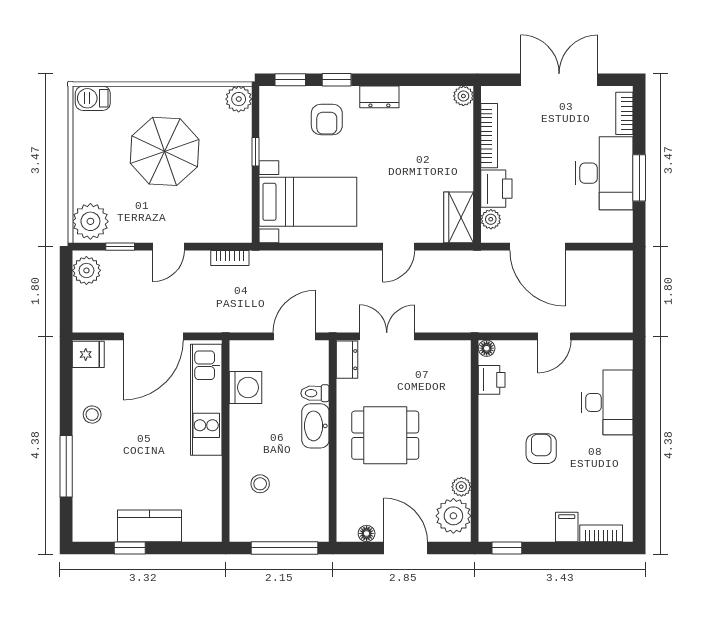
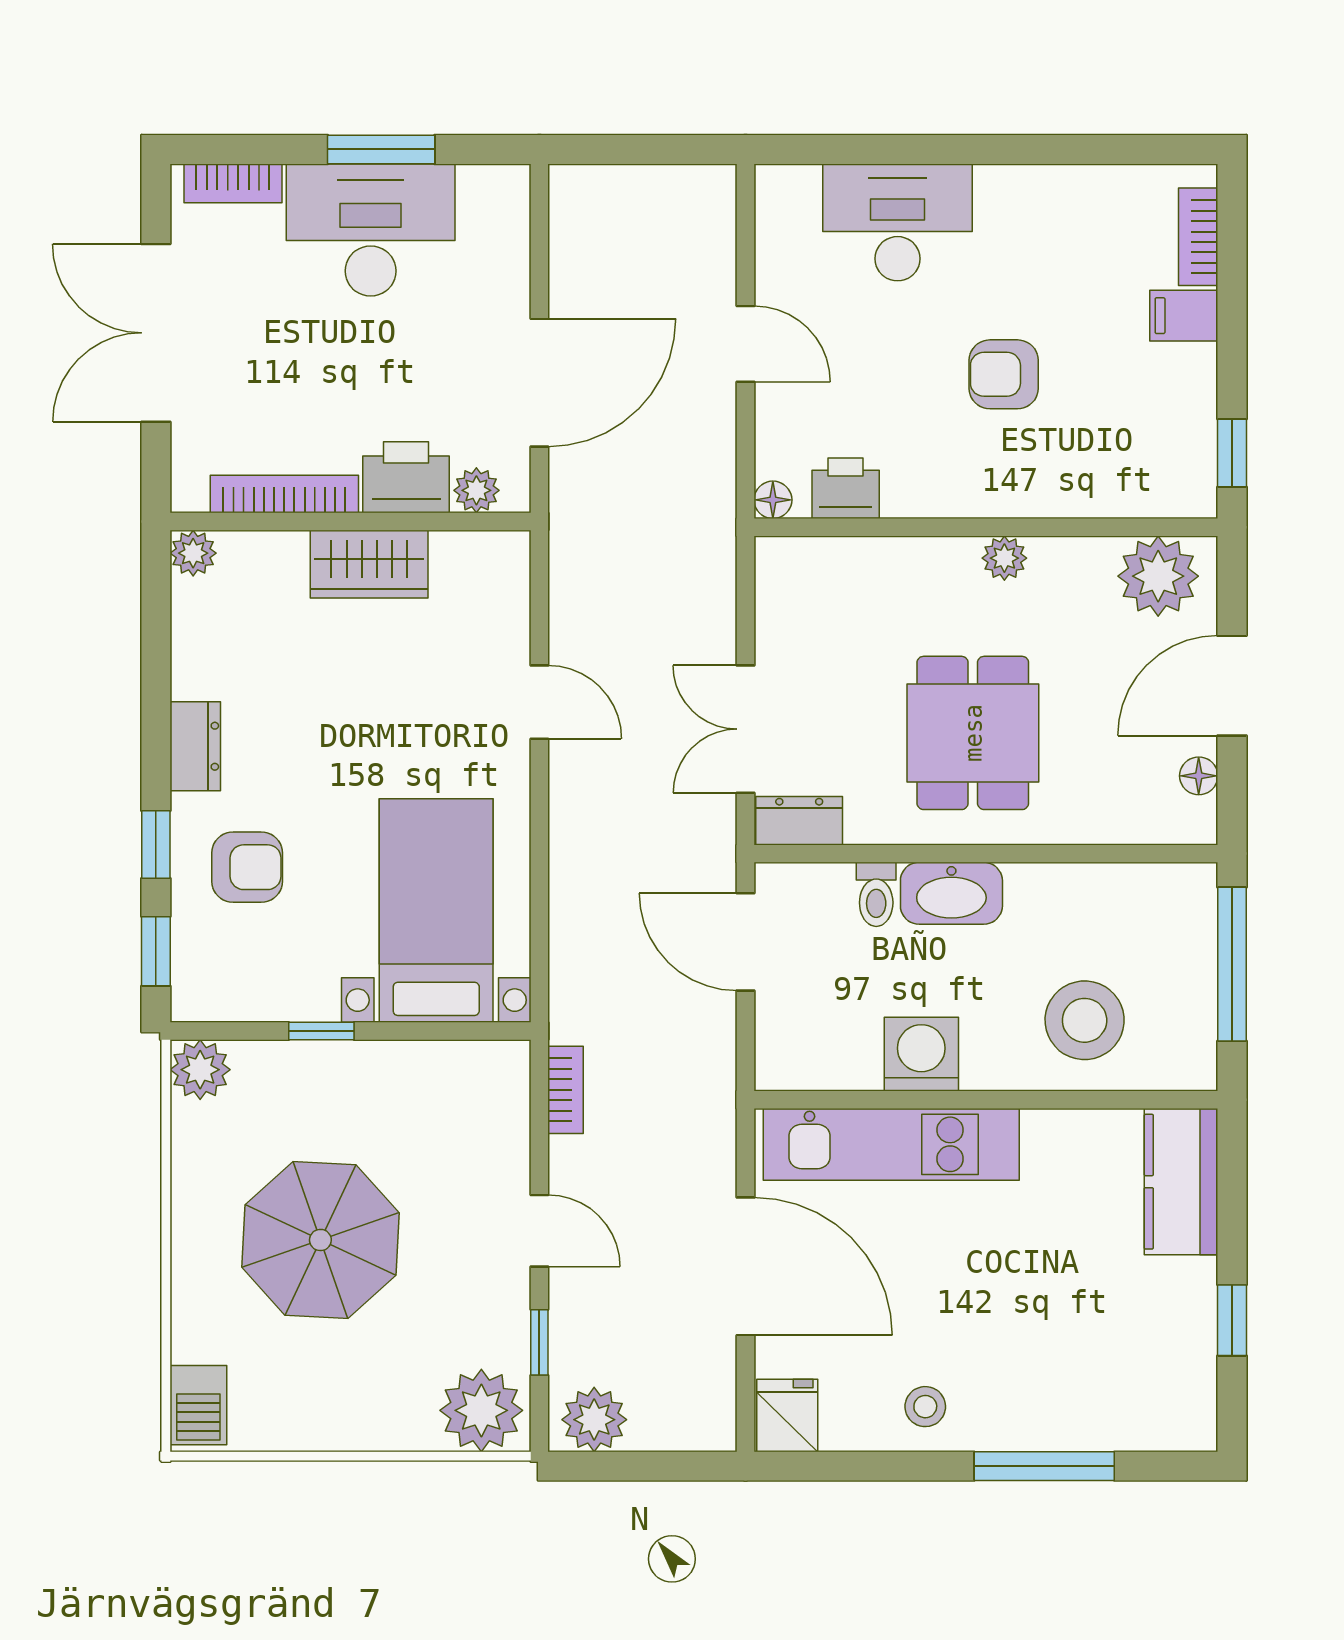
wardrobe: (459, 217) -> (369, 564), moved
washing machine: (245, 387) -> (921, 1054), moved
stool: (260, 484) -> (1085, 1020), width x1.89, depth x1.89
plant: (461, 487) -> (1004, 558), moved
kitchen counter: (150, 526) -> (1181, 1182), moved

